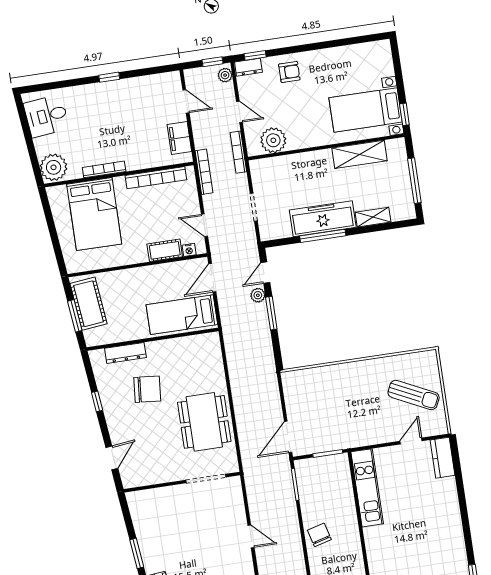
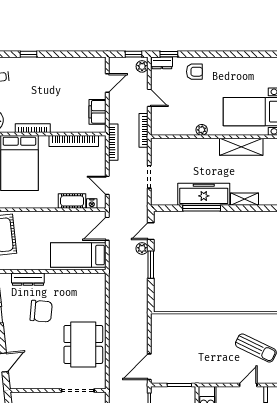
window: (109, 77) -> (29, 54), moved
door: (186, 101) -> (107, 83), hinge flipped
plant: (273, 140) -> (202, 130), moved, width x0.53, depth x0.53

